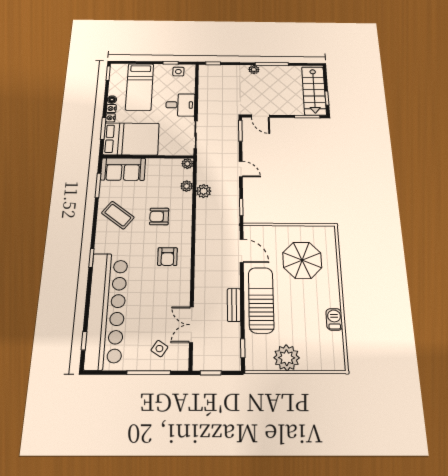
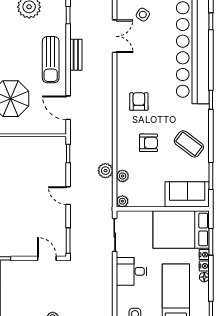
sun lounger: (261, 300) -> (51, 60), width x0.73, depth x0.75

